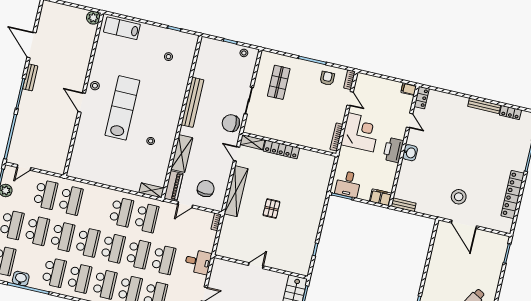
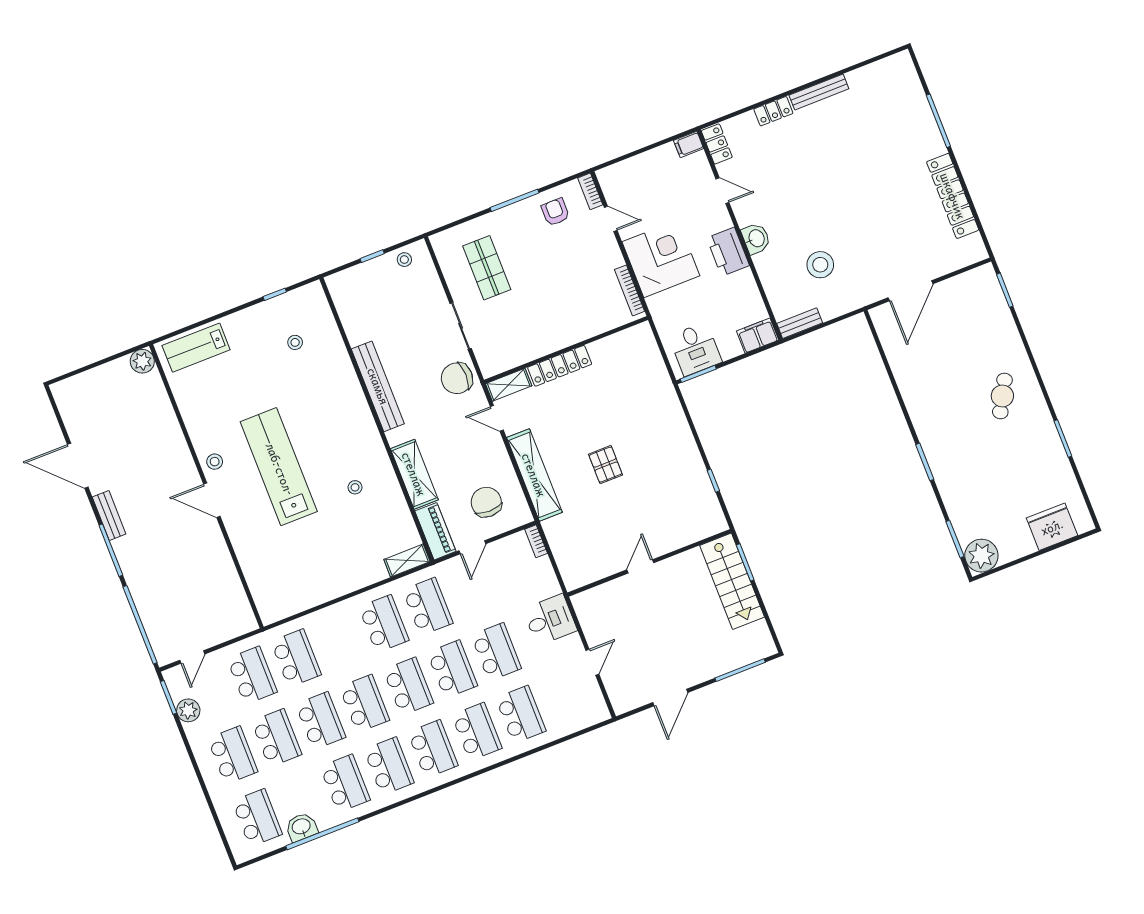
locker: (510, 113) -> (773, 111), moved
stool: (459, 197) -> (820, 265), moved
door: (464, 224) -> (910, 291), hinge flipped

